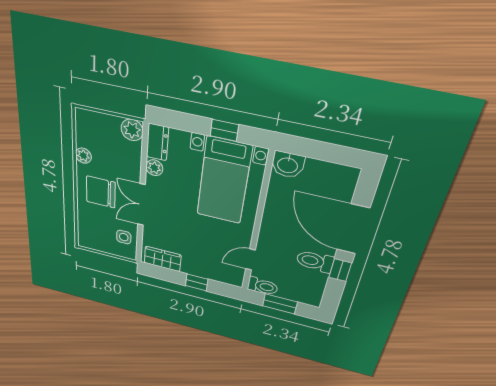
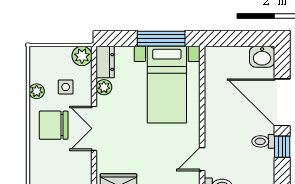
window: (224, 130) -> (161, 39), width x2.17
washbasin: (288, 165) -> (262, 57), moved
side table: (124, 237) -> (66, 87), moved
toilet: (315, 261) -> (263, 141), width x0.73, depth x0.72

